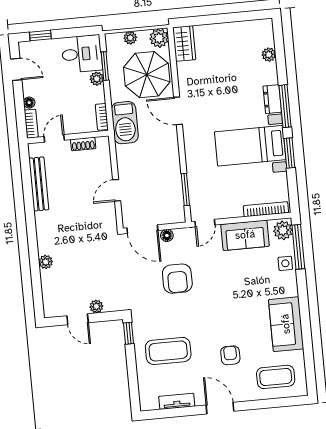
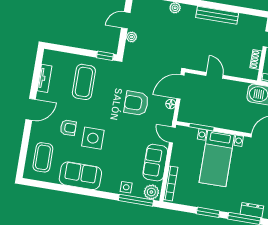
bed with nightstands: (250, 146) -> (217, 159), moved, turned 180
bench: (39, 184) -> (217, 15), moved
side table: (235, 321) -> (93, 138), added

